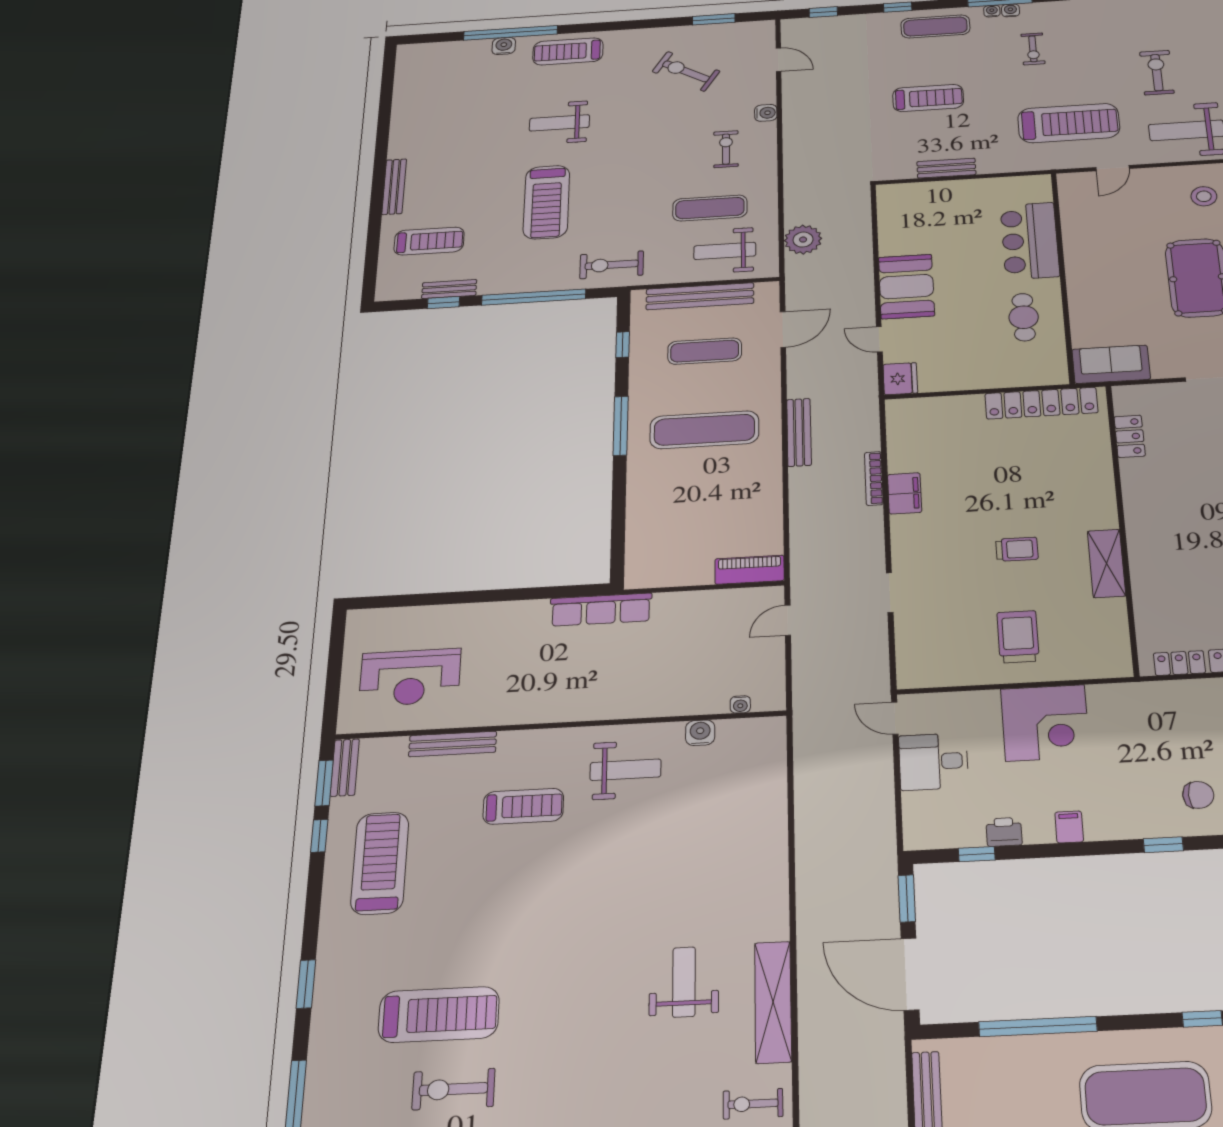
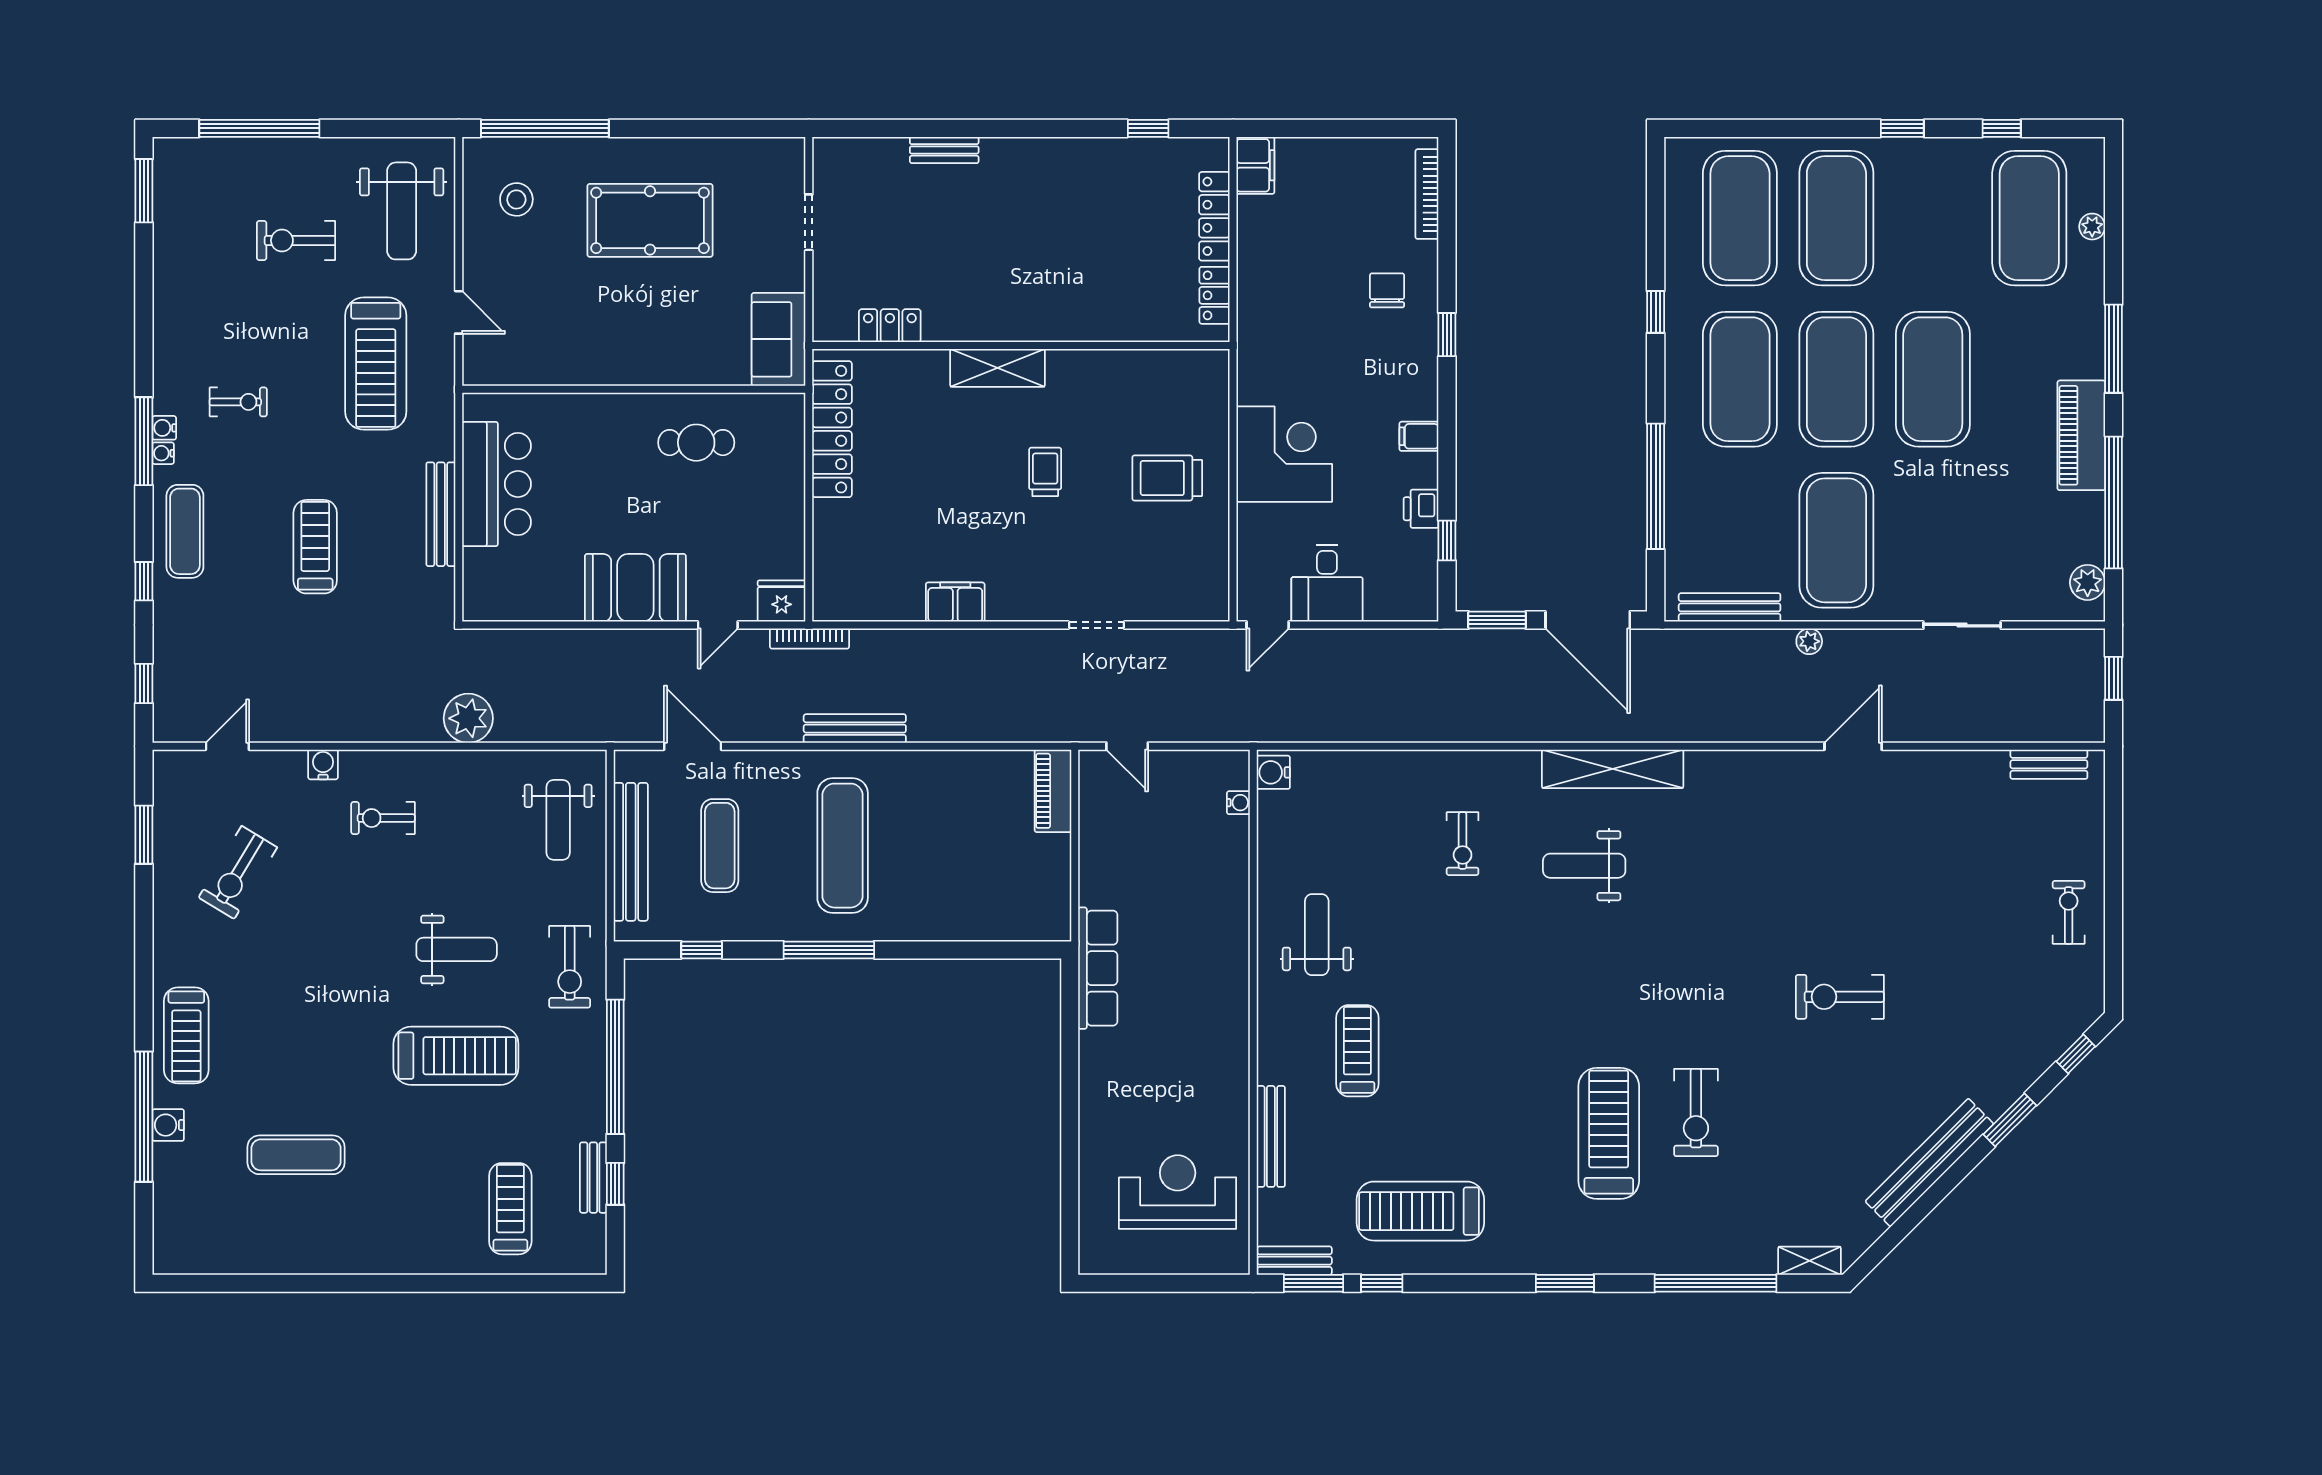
weight bench: (559, 123) -> (457, 949), moved, turned -90
treadmill: (1069, 123) -> (376, 364), turned 180
bench: (946, 168) -> (441, 514), width x1.36
bench: (394, 187) -> (412, 1261), removed
exercise mat: (710, 208) -> (296, 1155), moved, turned 90
plant: (803, 240) -> (468, 718), moved
bar counter: (1030, 241) -> (497, 484), moved, turned -90
bookcase: (874, 478) -> (810, 639), moved
shelving: (1107, 563) -> (998, 368), moved
reception desk: (410, 677) -> (1178, 1192), turned -90
water cooler: (700, 733) -> (1273, 772), moved
door: (910, 974) -> (1588, 620), hinge flipped
exercise bike: (753, 1104) -> (1463, 844), moved

